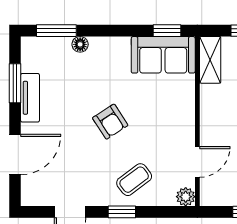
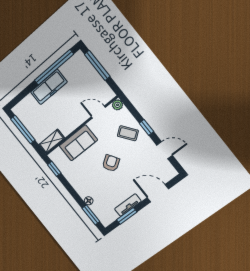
sofa: (163, 55) -> (78, 143), moved, turned 90

